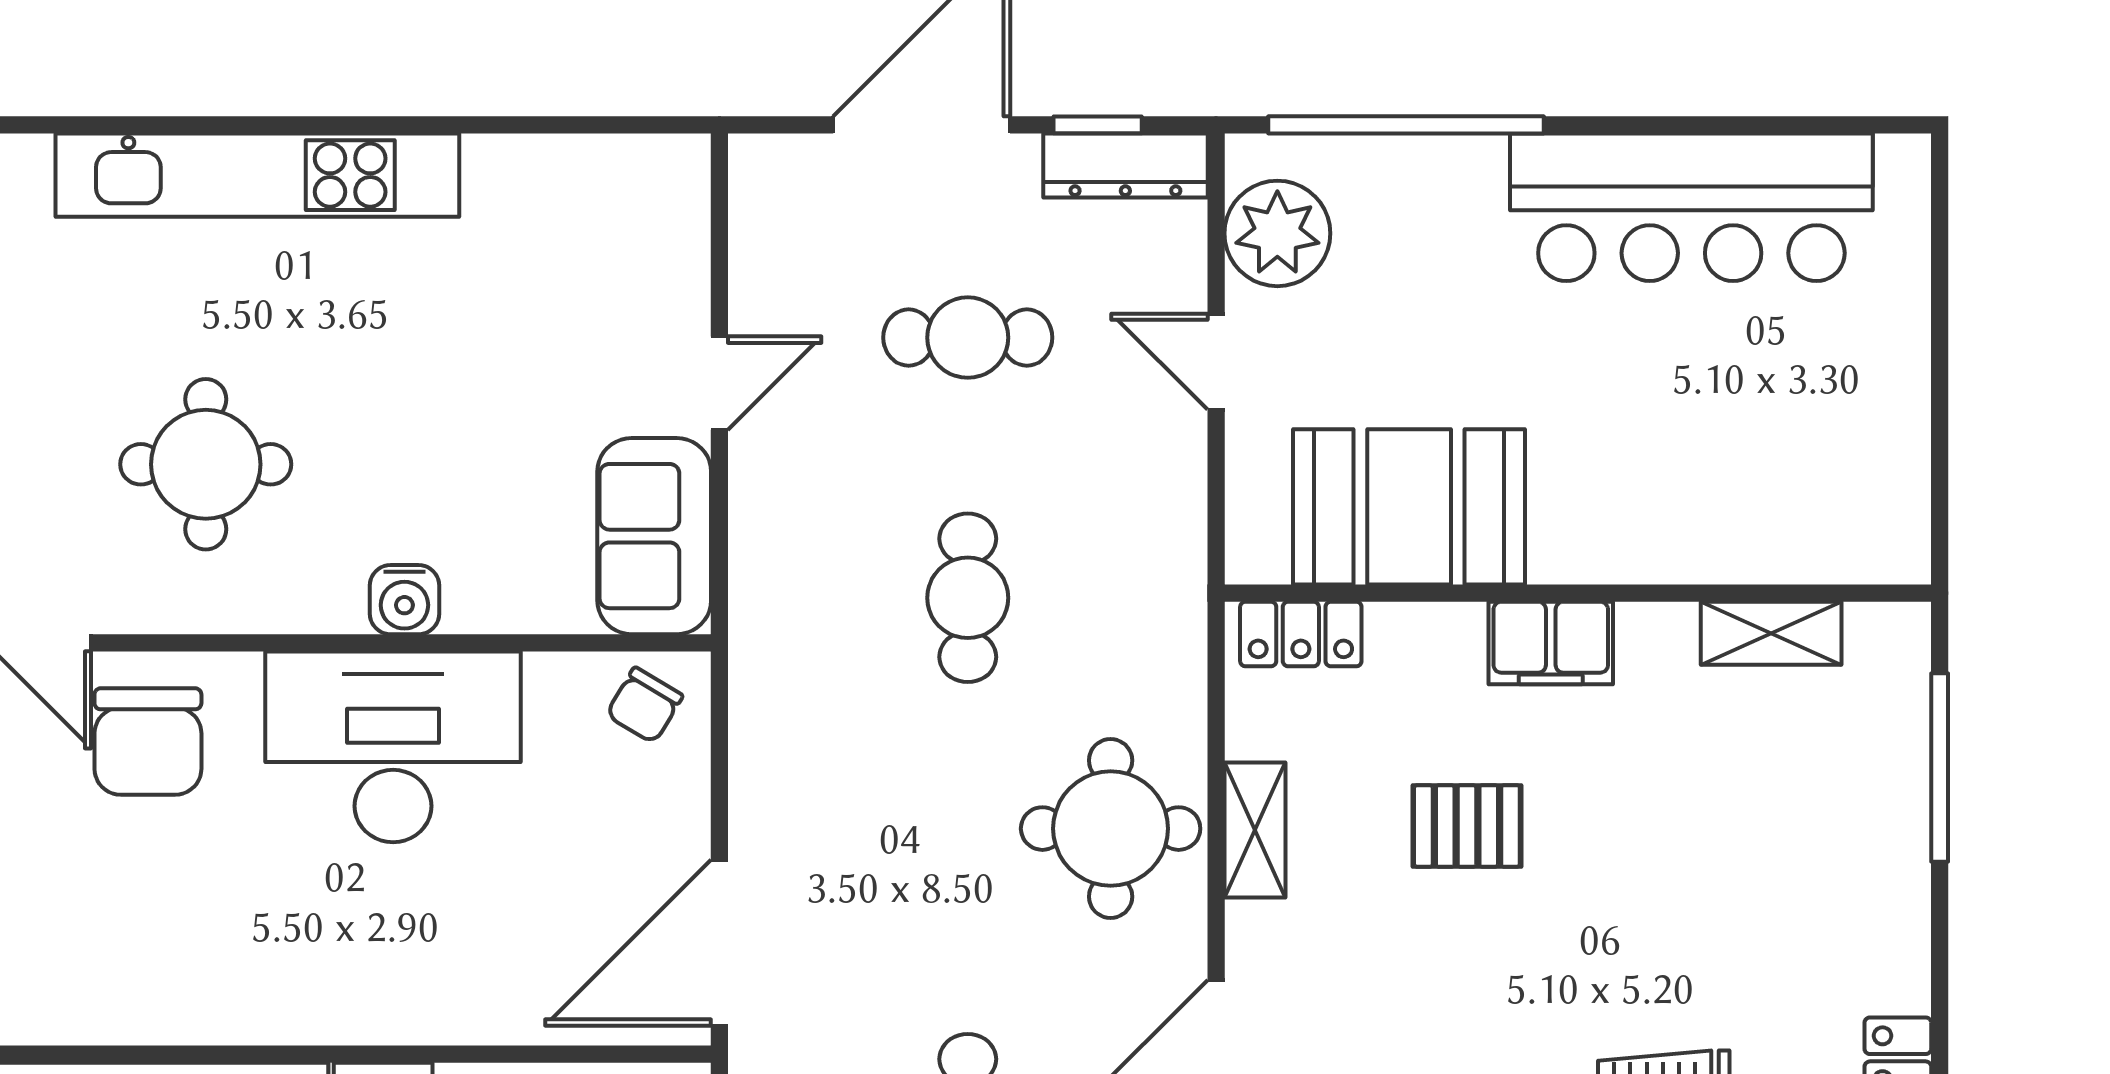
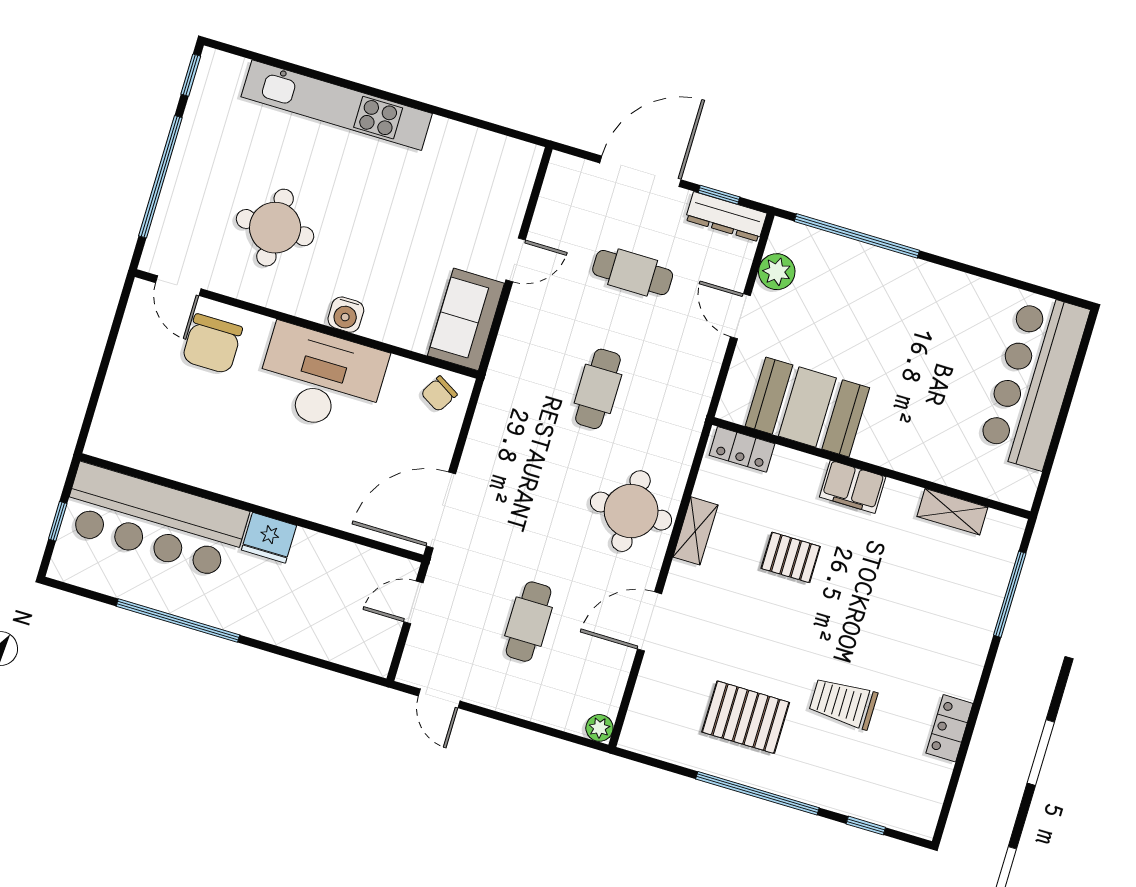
bar counter: (1691, 207) -> (1033, 381), moved, turned 90
plant: (1277, 233) -> (777, 272), width x0.73, depth x0.73

